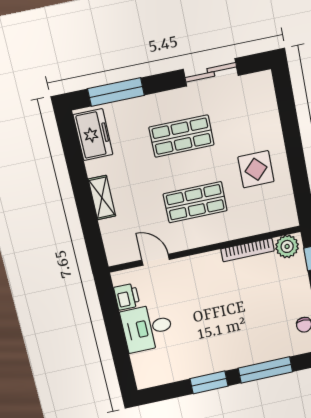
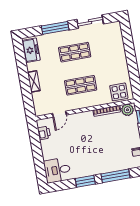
window: (116, 92) -> (55, 28), moved
display table: (256, 169) -> (119, 92), moved
door: (156, 260) -> (59, 114), swing flipped
desk: (147, 328) -> (57, 170), moved

